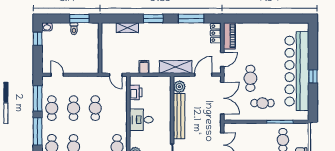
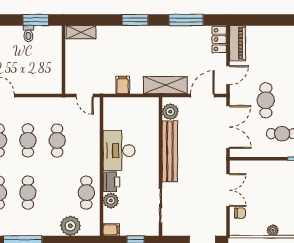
shelving: (127, 28) -> (81, 32), moved
printer: (136, 92) -> (111, 182), moved
desk: (141, 120) -> (119, 151), width x1.37

